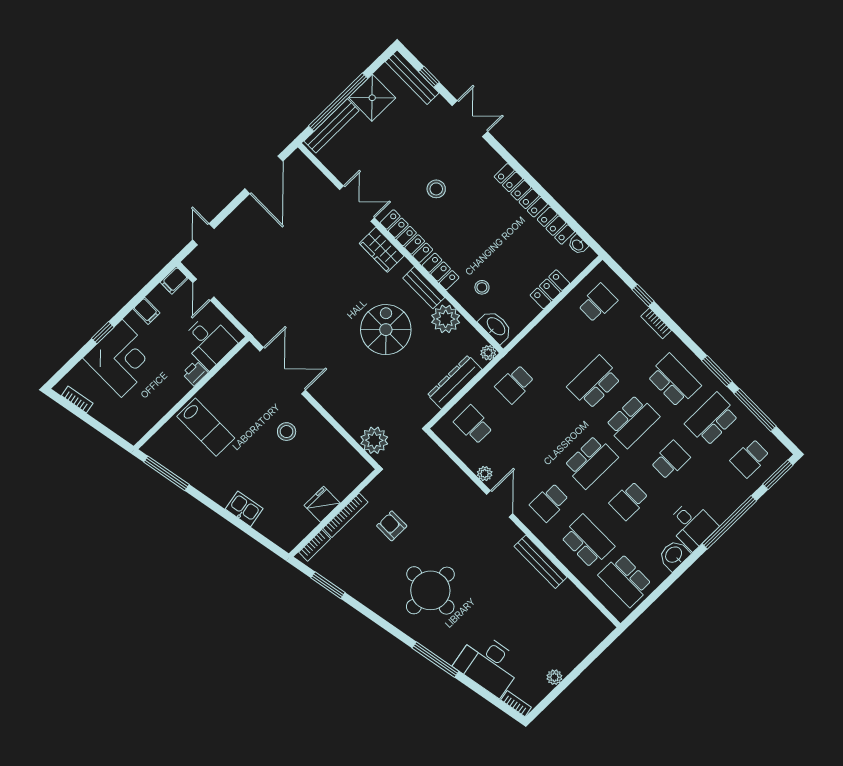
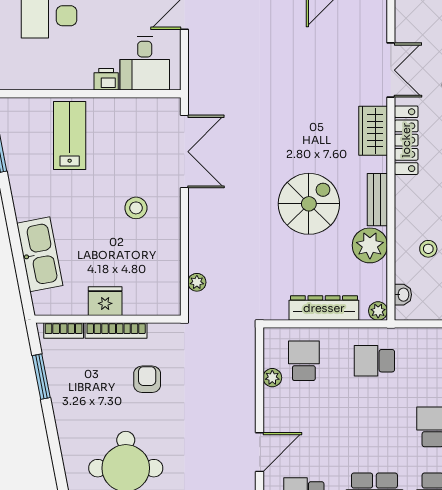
locker: (441, 272) -> (406, 200), removed
washbasin: (496, 327) -> (403, 295), width x0.52, depth x0.69
lab bench: (206, 427) -> (70, 135), turned 180
plant: (374, 440) -> (197, 282), width x0.53, depth x0.53
plant: (485, 474) -> (272, 378), moved
kitchen sink: (244, 509) -> (40, 254), width x1.88, depth x1.24

